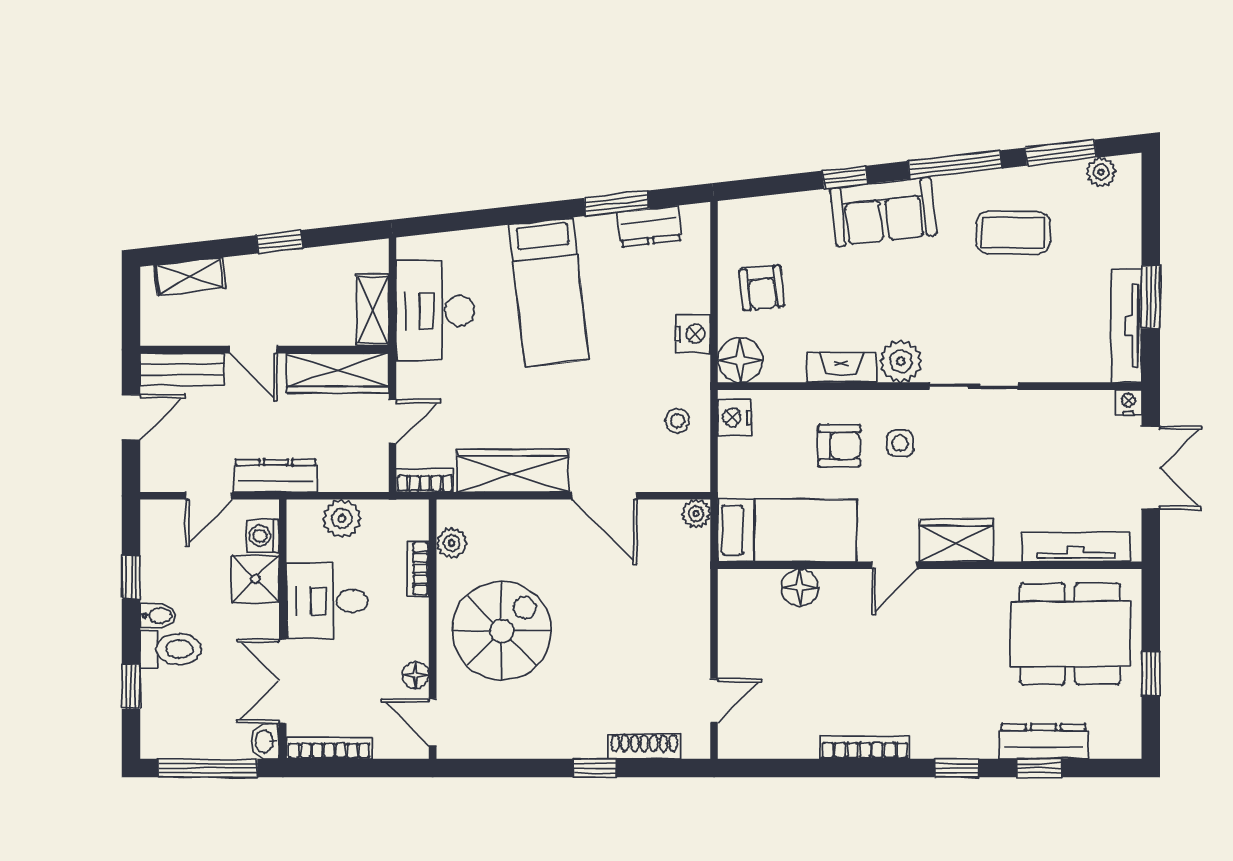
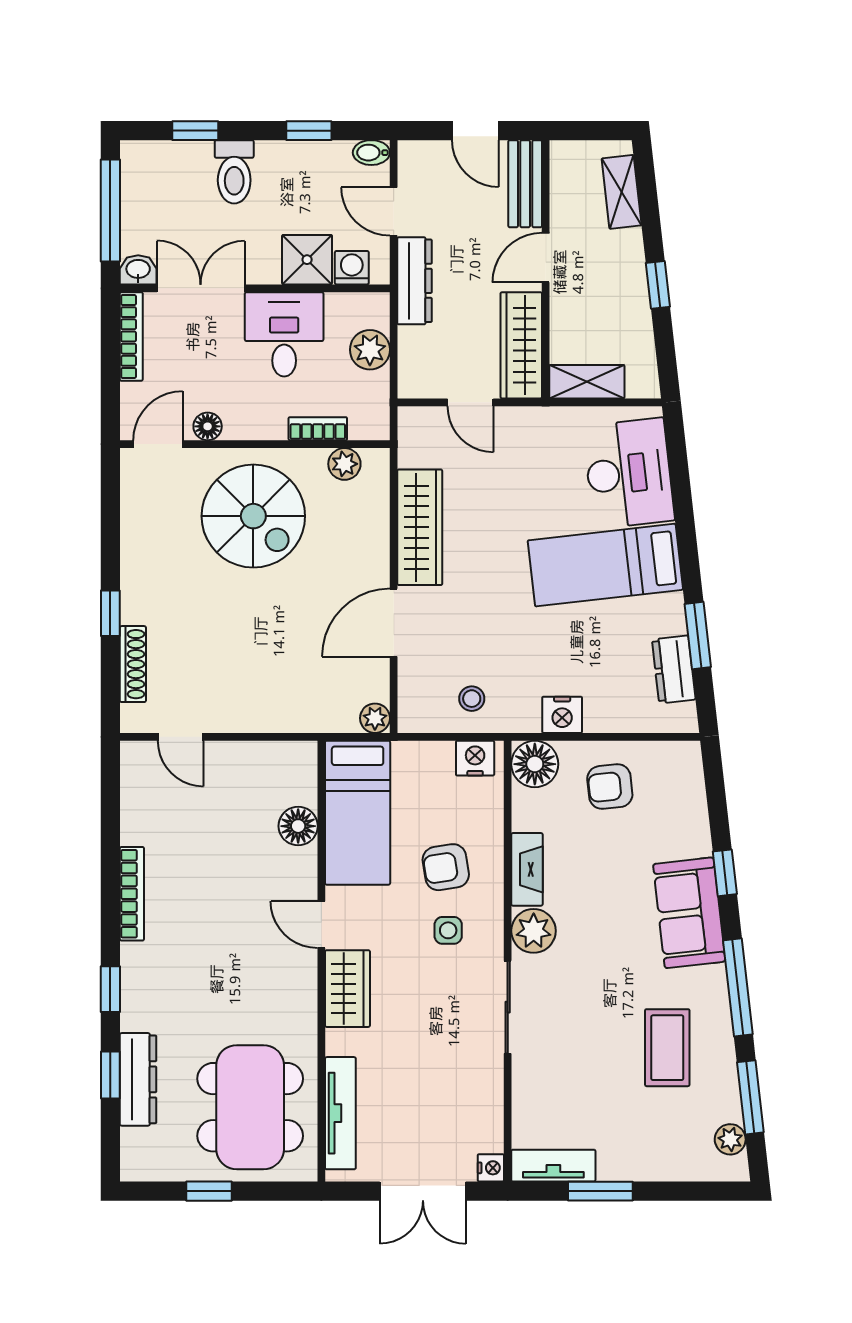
desk: (435, 311) -> (629, 473), moved, turned 83
tv unit: (1126, 326) -> (553, 1166), width x0.71
armchair: (839, 446) -> (446, 867), turned 81
bookcase: (425, 481) -> (409, 436), removed
bidet: (158, 616) -> (371, 153), moved, turned 90

